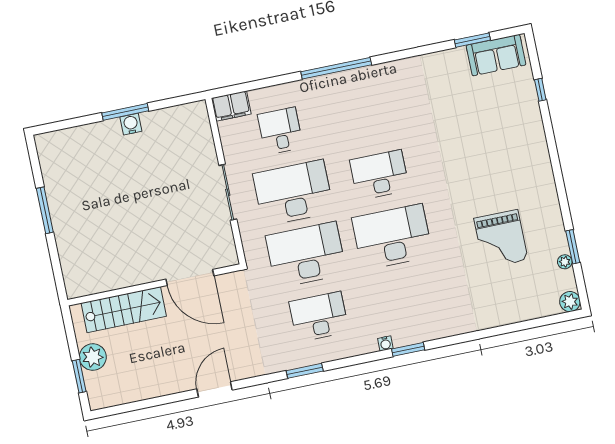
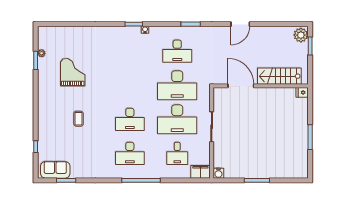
water cooler: (131, 124) -> (218, 173), moved
coffee table: (473, 157) -> (79, 119), added
desk: (392, 237) -> (130, 153), moved, width x0.73, depth x0.77
fridge: (76, 289) -> (302, 92), added
plant: (570, 302) -> (43, 32), removed
plant: (93, 357) -> (301, 35), moved

